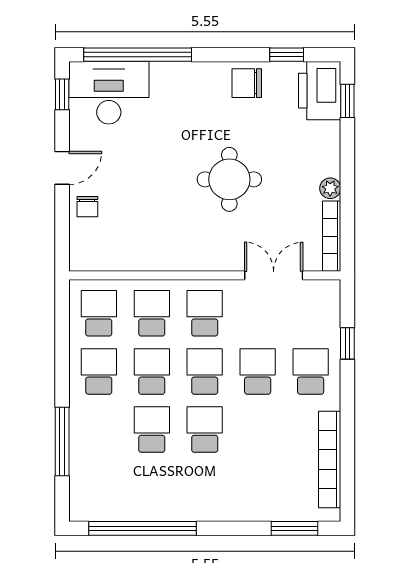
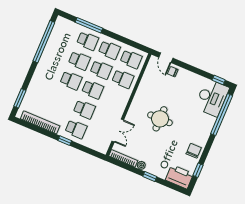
window: (347, 101) -> (150, 177), moved
door: (62, 168) -> (166, 58), moved
round table: (229, 179) -> (160, 119), moved
school desk: (205, 313) -> (88, 41), moved
window: (347, 343) -> (65, 141), moved

